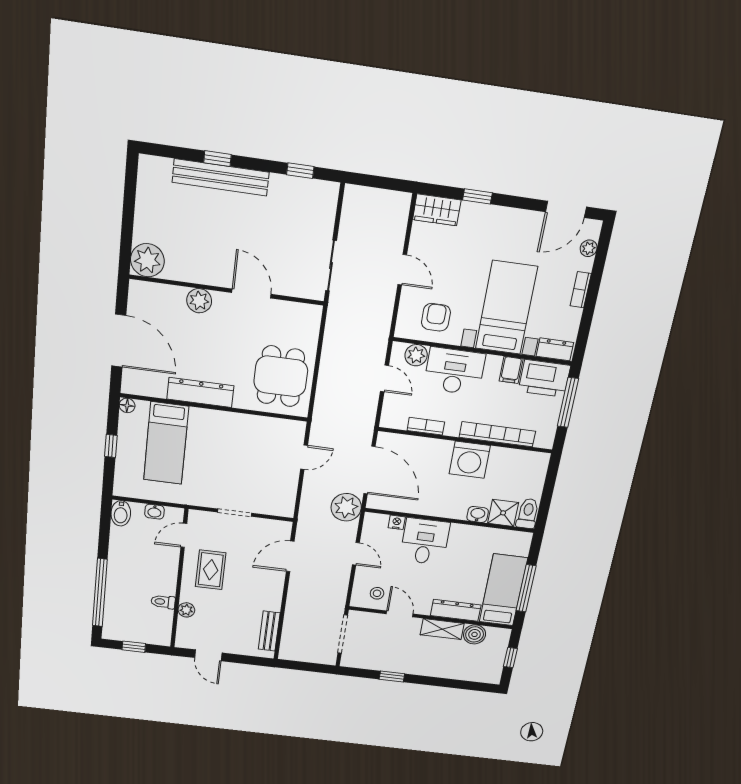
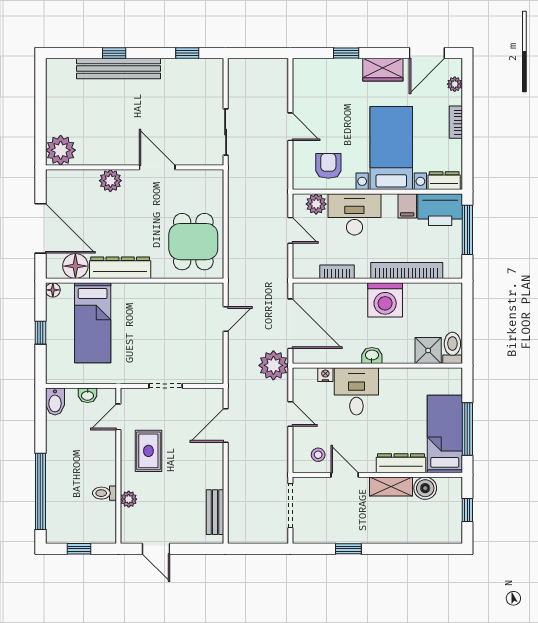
wardrobe: (437, 210) -> (383, 70), moved
floor lamp: (153, 385) -> (75, 266), added
washbasin: (478, 514) -> (372, 355), moved

